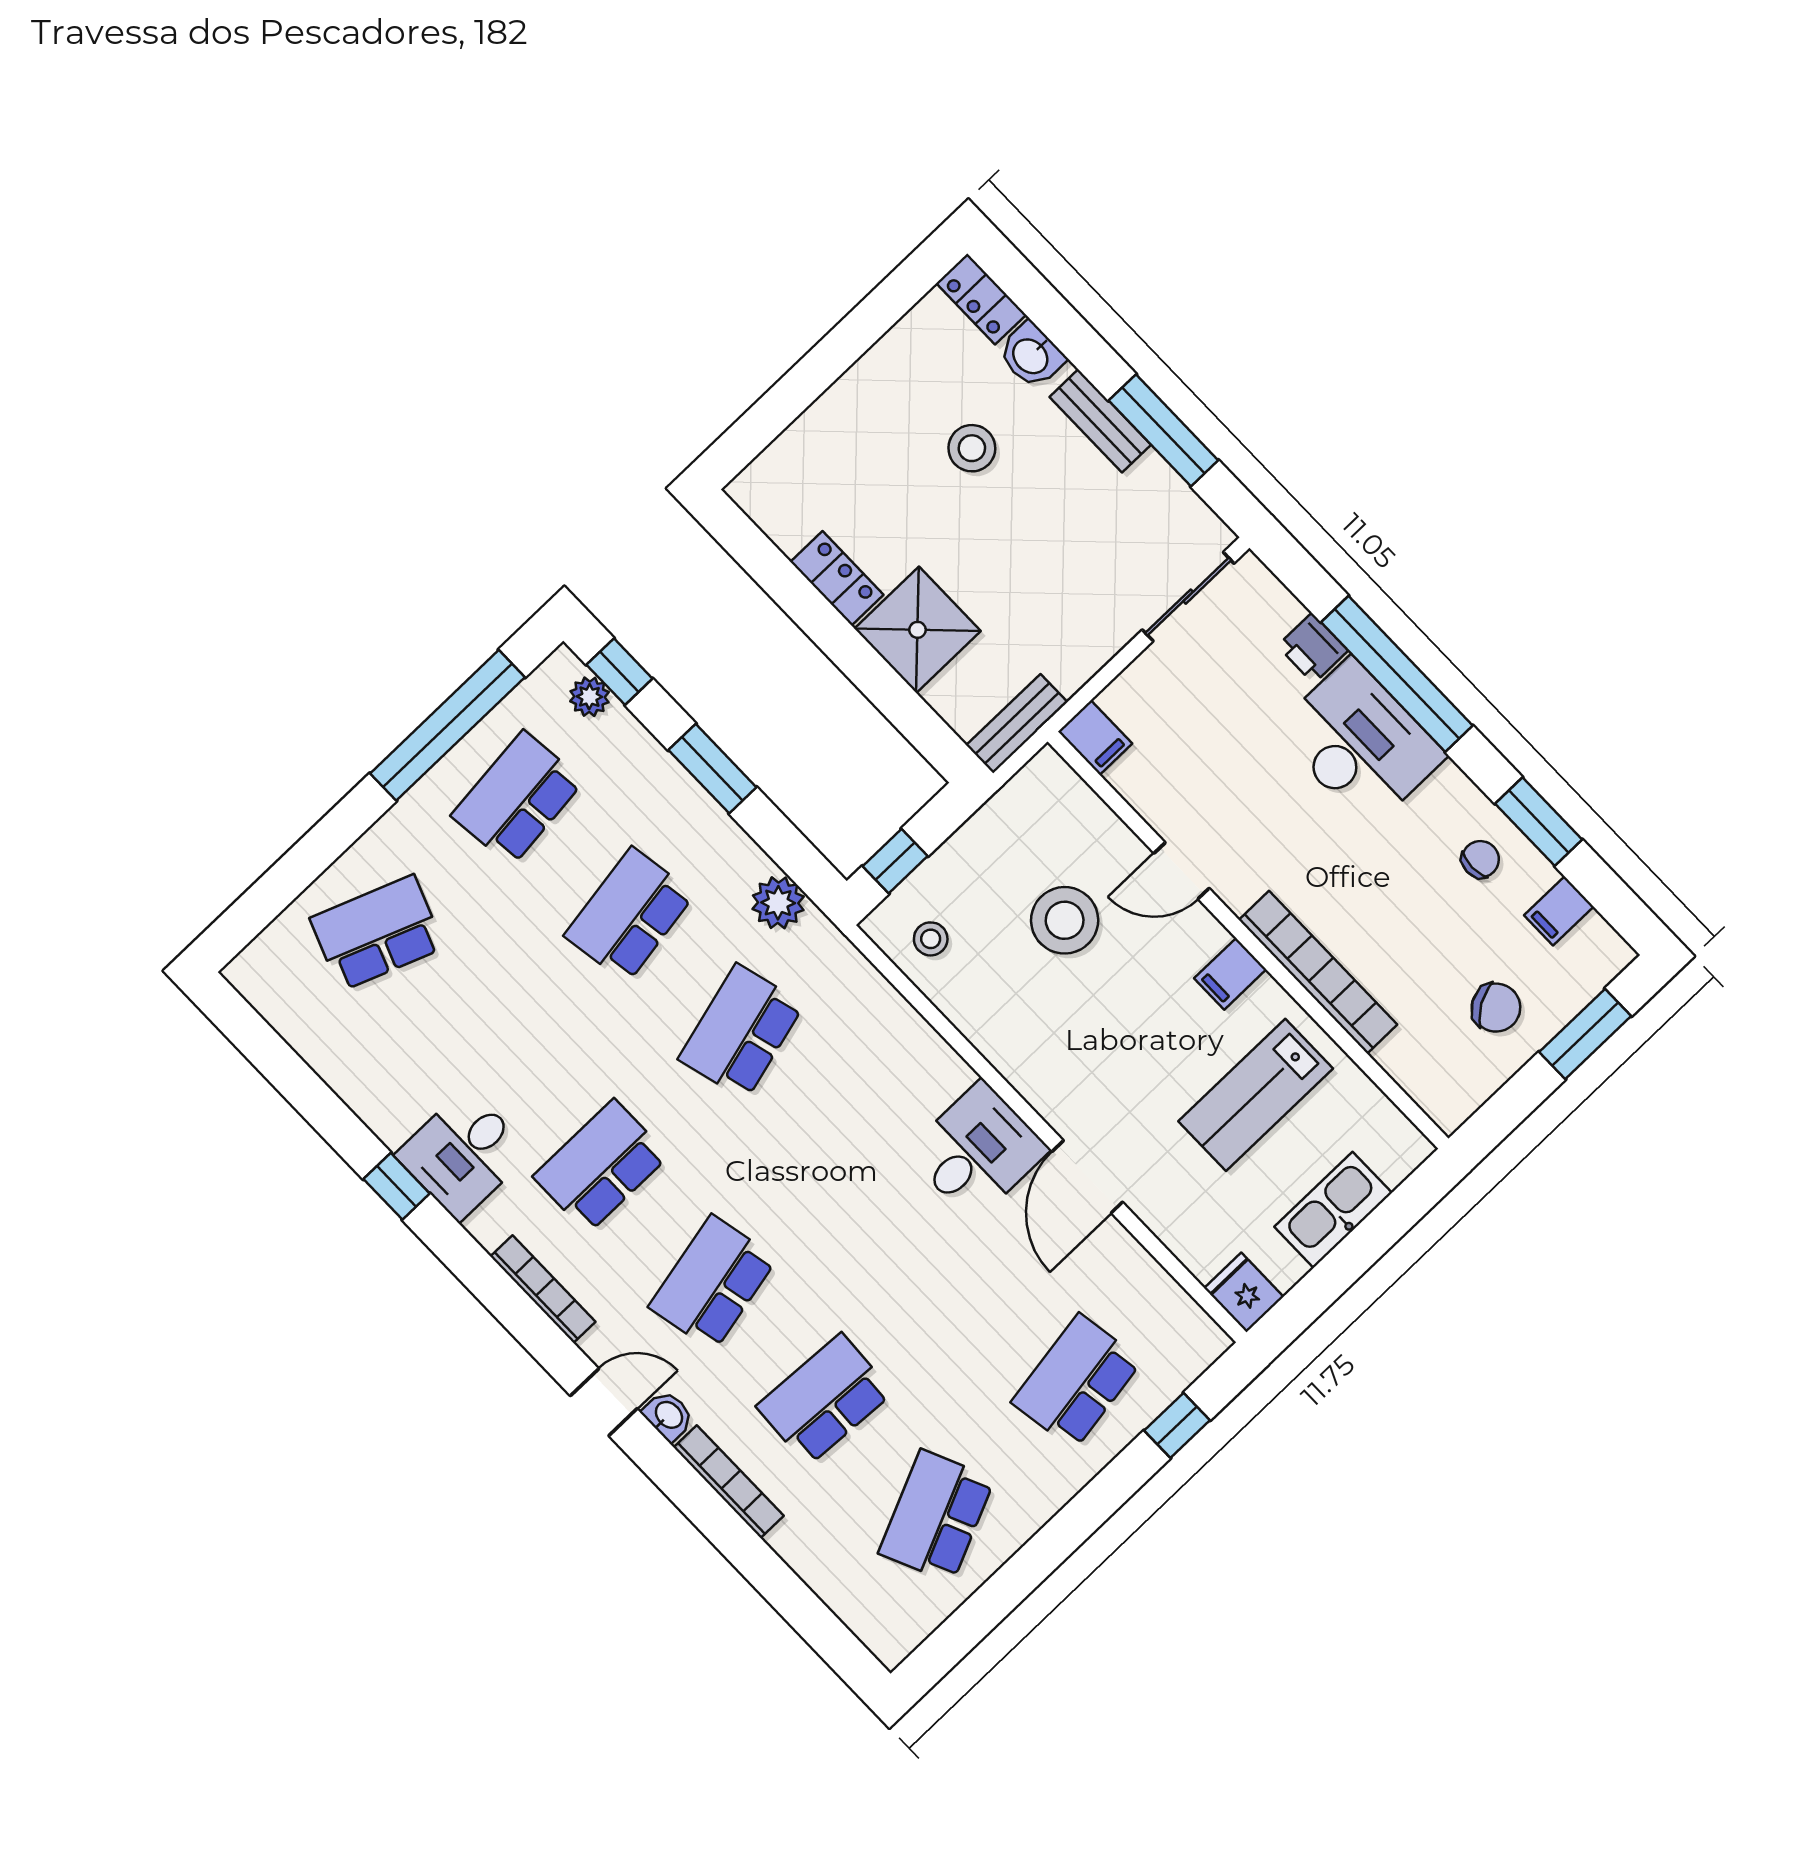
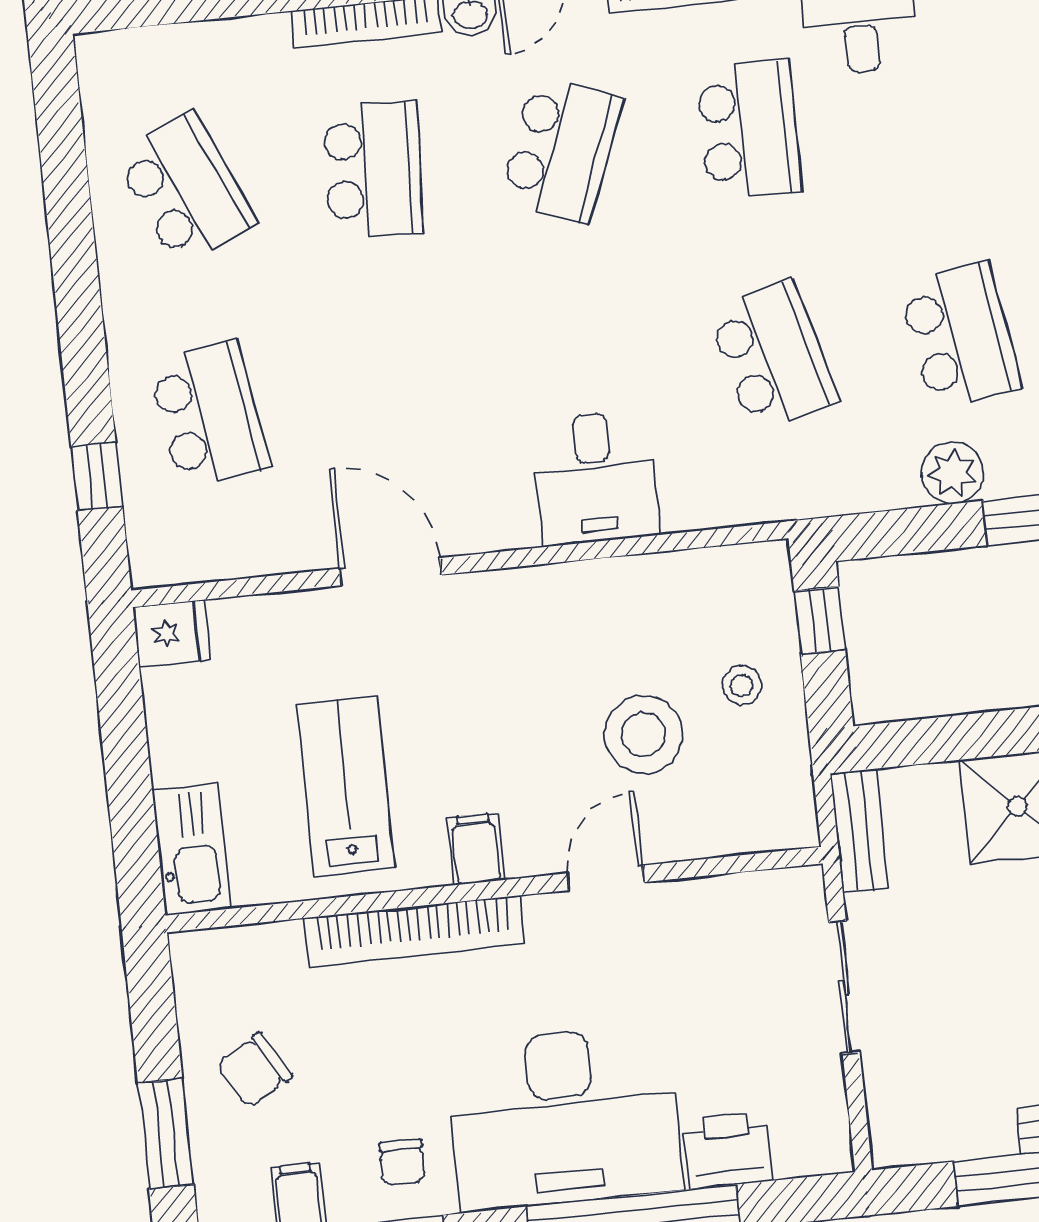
sliding door: (1188, 597) -> (844, 987), moved
printer: (1313, 648) -> (728, 1150), width x1.36, depth x1.24
filing cabinet: (1095, 738) -> (790, 893), removed
desk: (1360, 743) -> (564, 1118), width x1.36, depth x1.30
plant: (778, 903) -> (952, 473), moved
stool: (931, 939) -> (741, 685), moved
desk: (977, 1151) -> (595, 478), moved
kitchen sink: (1333, 1210) -> (192, 849), moved
school desk: (713, 1283) -> (561, 150), turned 33

